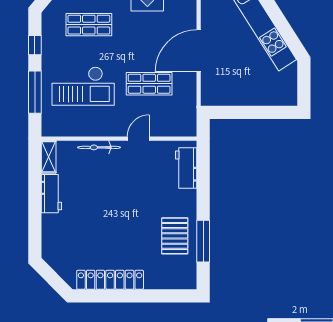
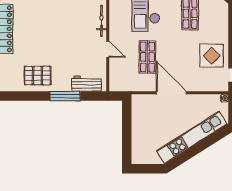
window: (203, 241) -> (65, 96), moved

